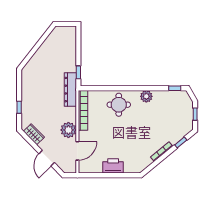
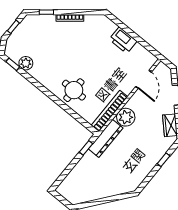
plant: (146, 96) -> (26, 63), moved
plant: (68, 130) -> (126, 117), moved
door: (77, 151) -> (144, 79), swing flipped

